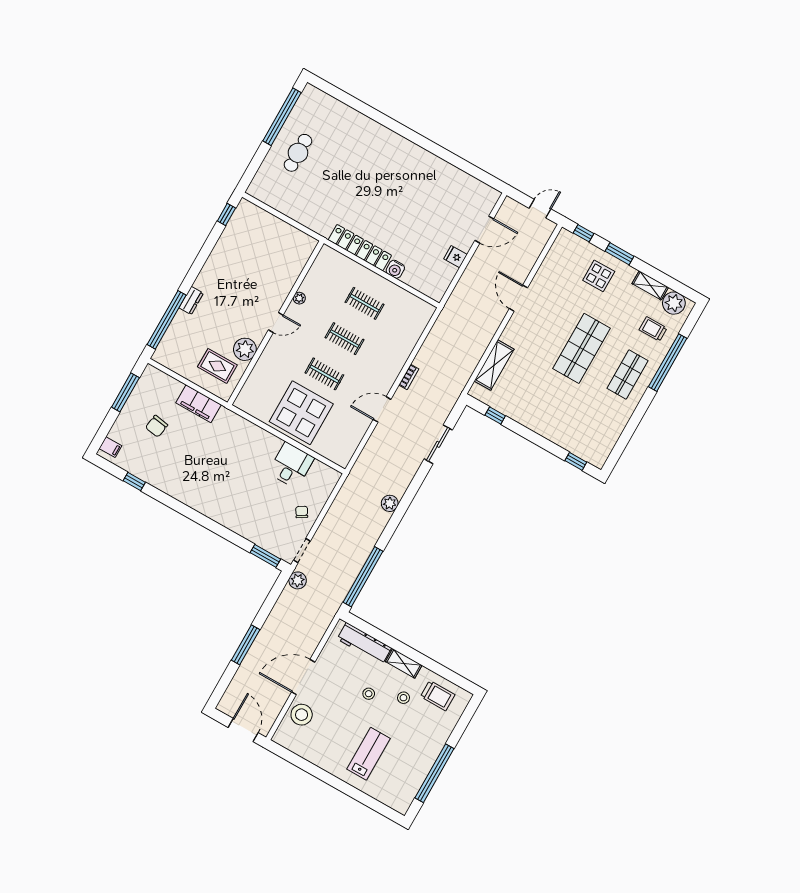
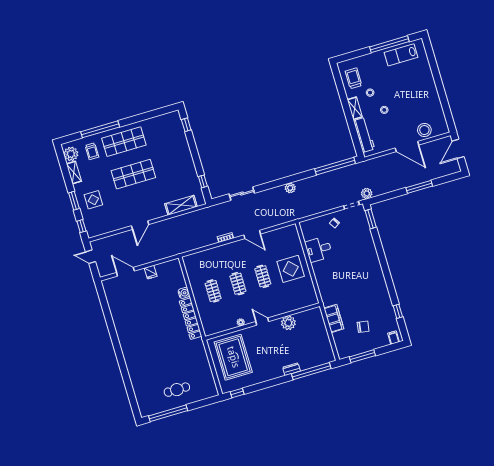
rug: (217, 366) -> (233, 357), moved, width x1.86, depth x2.06
shop shelf: (627, 374) -> (124, 142), width x1.43, depth x1.36
display table: (301, 413) -> (291, 269), width x0.73, depth x0.73
lab bench: (369, 754) -> (401, 55), moved

